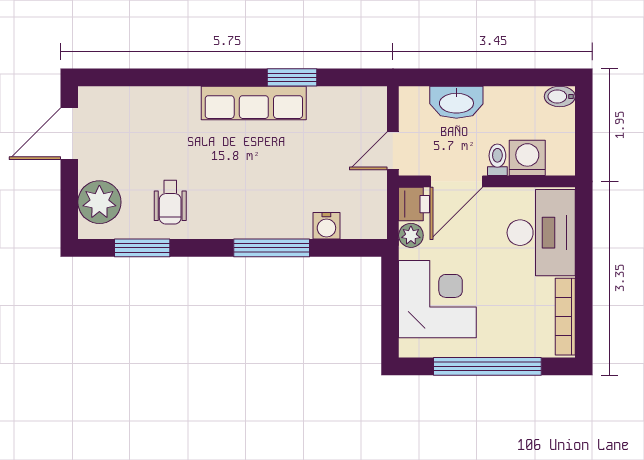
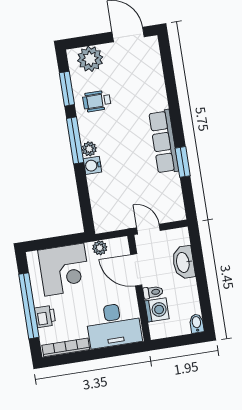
printer: (414, 204) -> (45, 316), moved, turned -90
water cooler: (326, 226) -> (92, 165), moved
plant: (246, 227) -> (89, 149), added
window: (272, 248) -> (75, 140), moved

